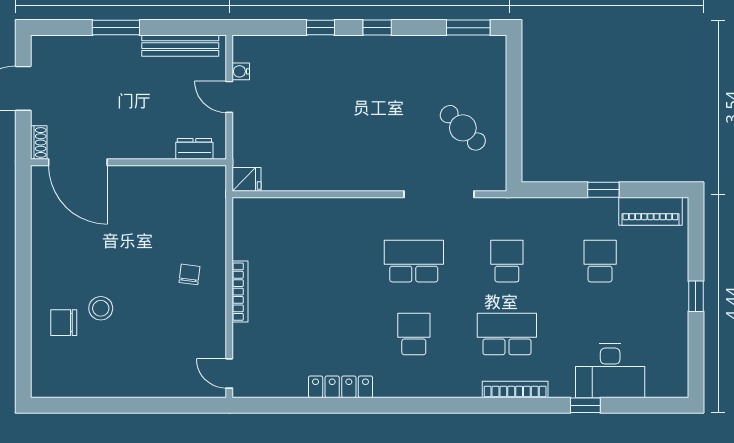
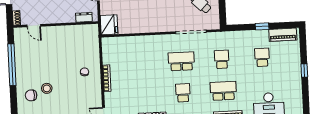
door: (78, 162) -> (34, 26), width x0.53
fridge: (246, 179) -> (109, 25), width x1.88, depth x1.34
window: (23, 249) -> (12, 65), added

